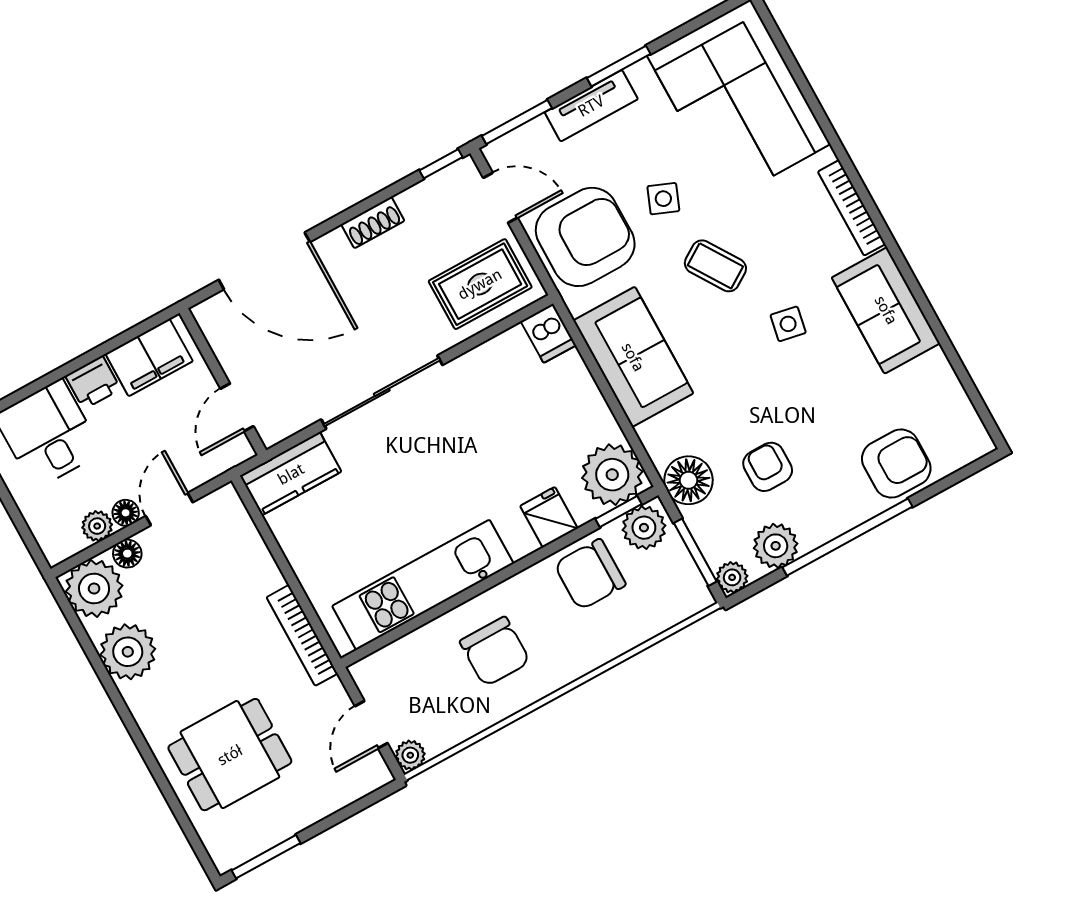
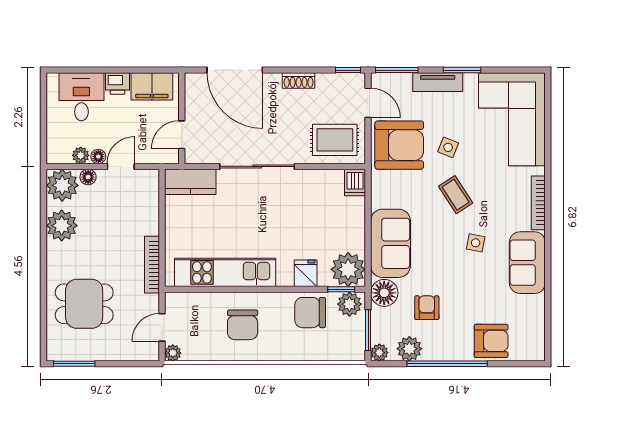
sofa: (633, 357) -> (390, 243), moved

